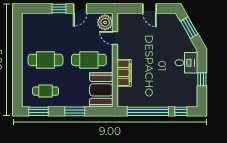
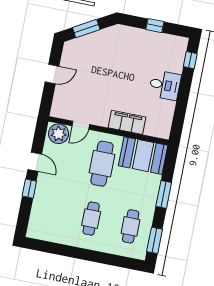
cafe table: (45, 60) -> (91, 219), width x0.73, depth x0.74
desk: (186, 63) -> (165, 85), moved, turned 90
window: (148, 111) -> (182, 102), removed

